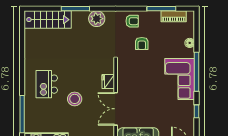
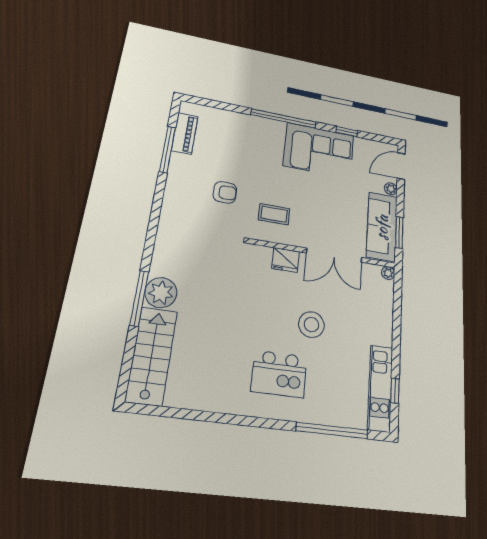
plant: (97, 19) -> (161, 293), moved
armchair: (132, 21) -> (182, 201), removed
floor lamp: (190, 43) -> (235, 118), removed
coffee table: (134, 72) -> (274, 214), added
corner sofa: (180, 79) -> (319, 151), moved

